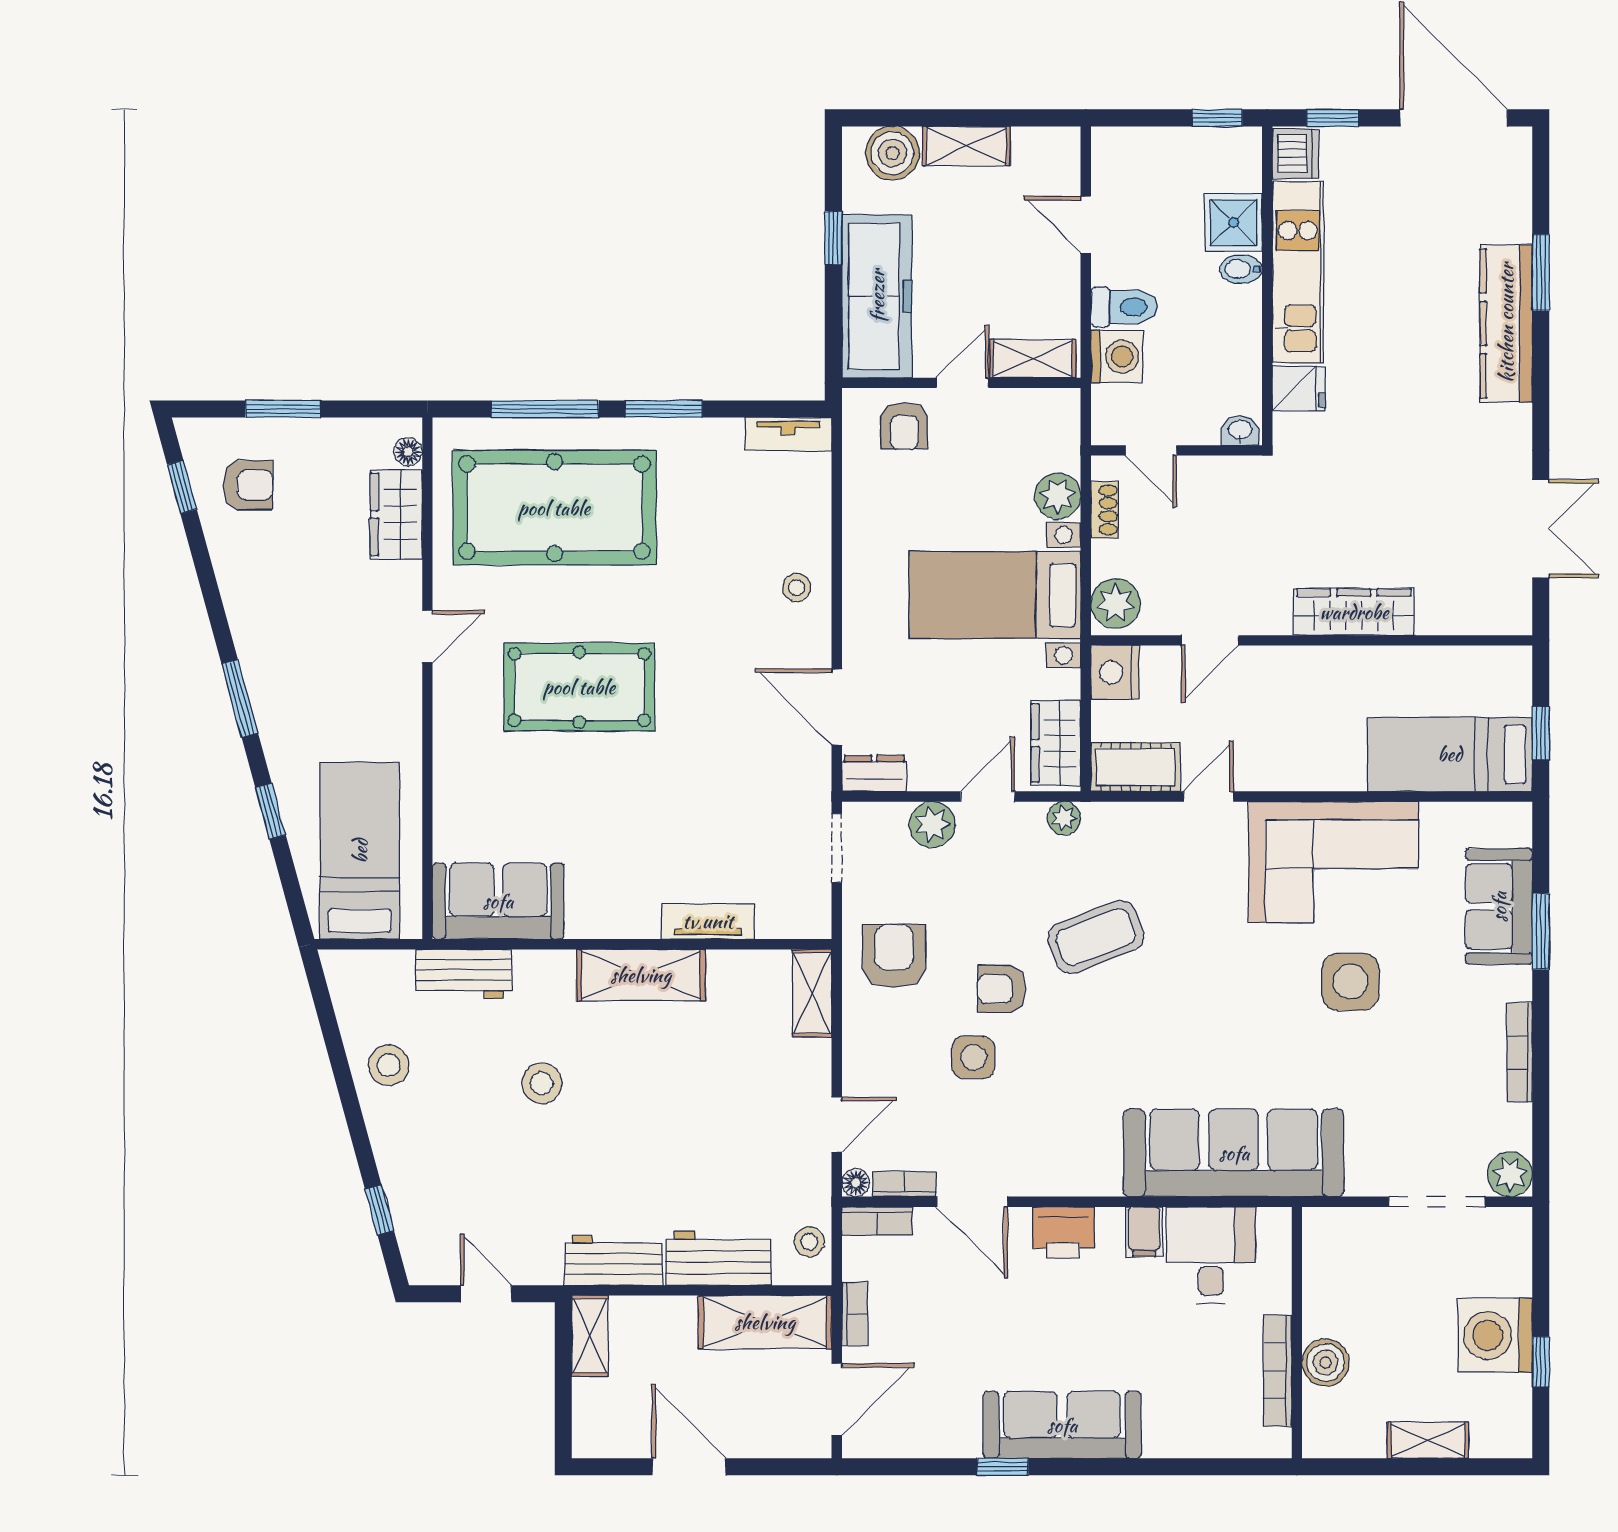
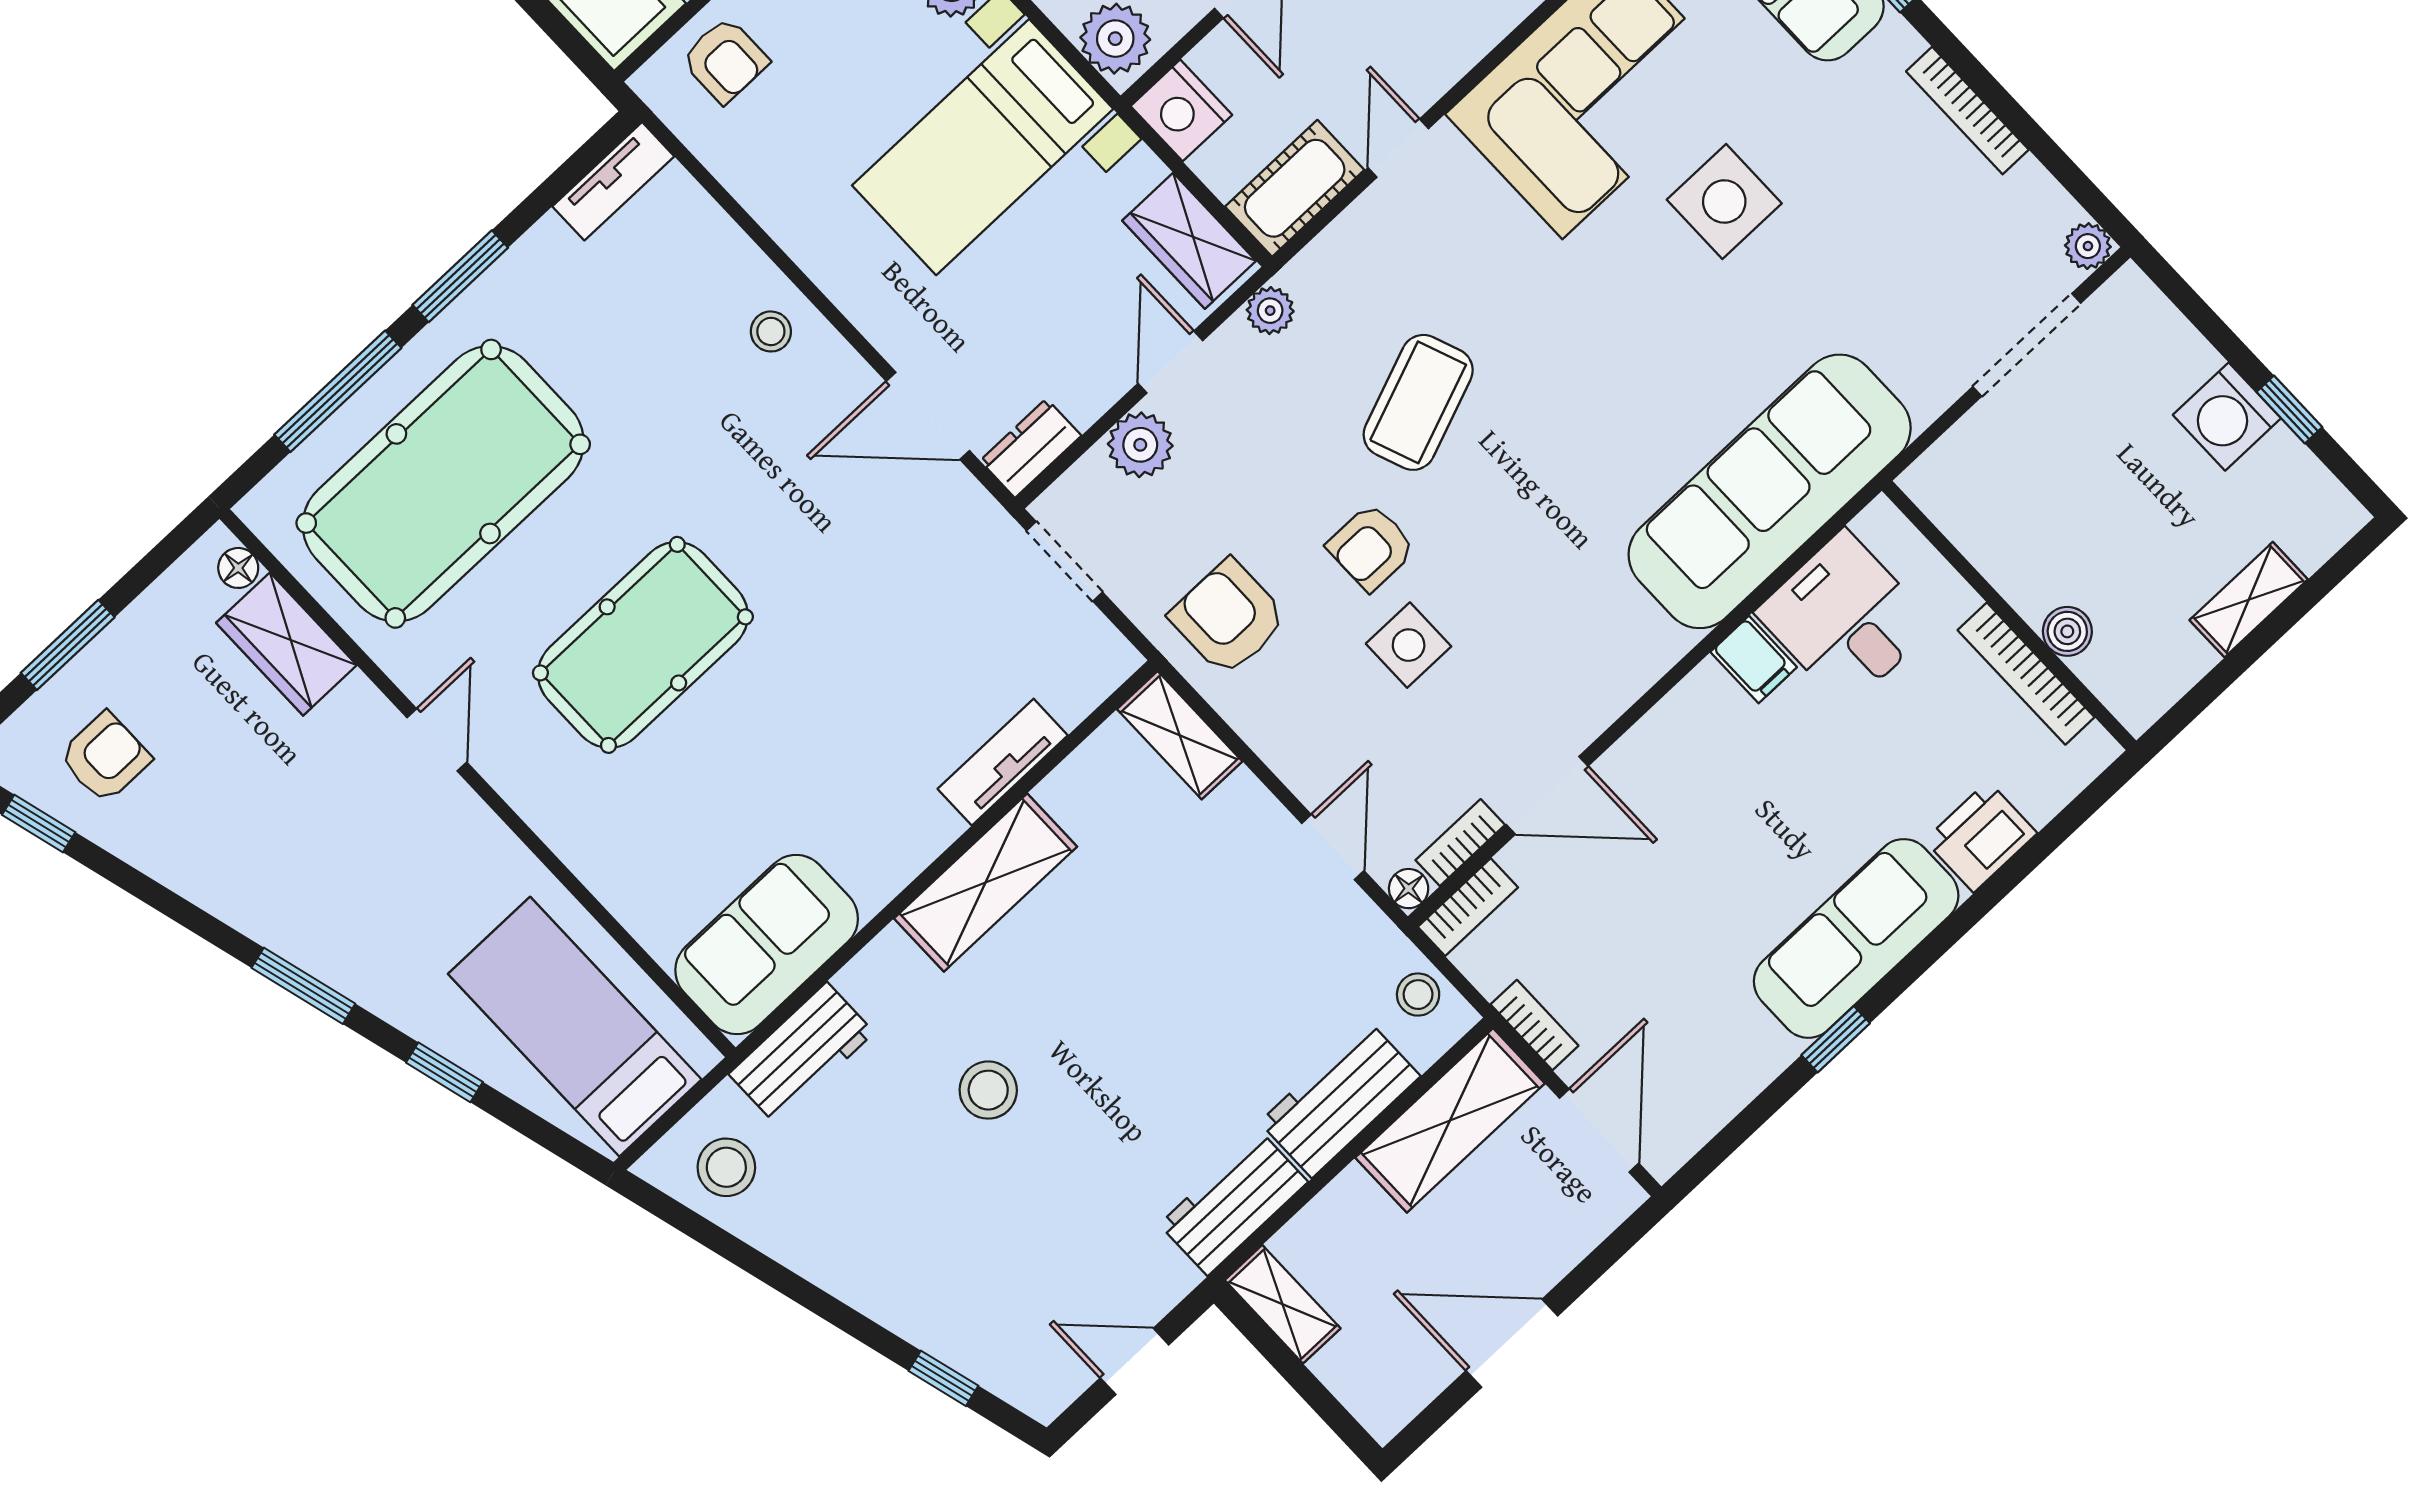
stool: (389, 1065) -> (726, 1167), moved
plant: (1510, 1174) -> (2088, 246), width x0.73, depth x0.73
printer: (1063, 1232) -> (1981, 837), moved, turned 180
washing machine: (1495, 1335) -> (2227, 417), width x0.73, depth x0.73
boiler: (1325, 1362) -> (2067, 631), width x0.73, depth x0.73

